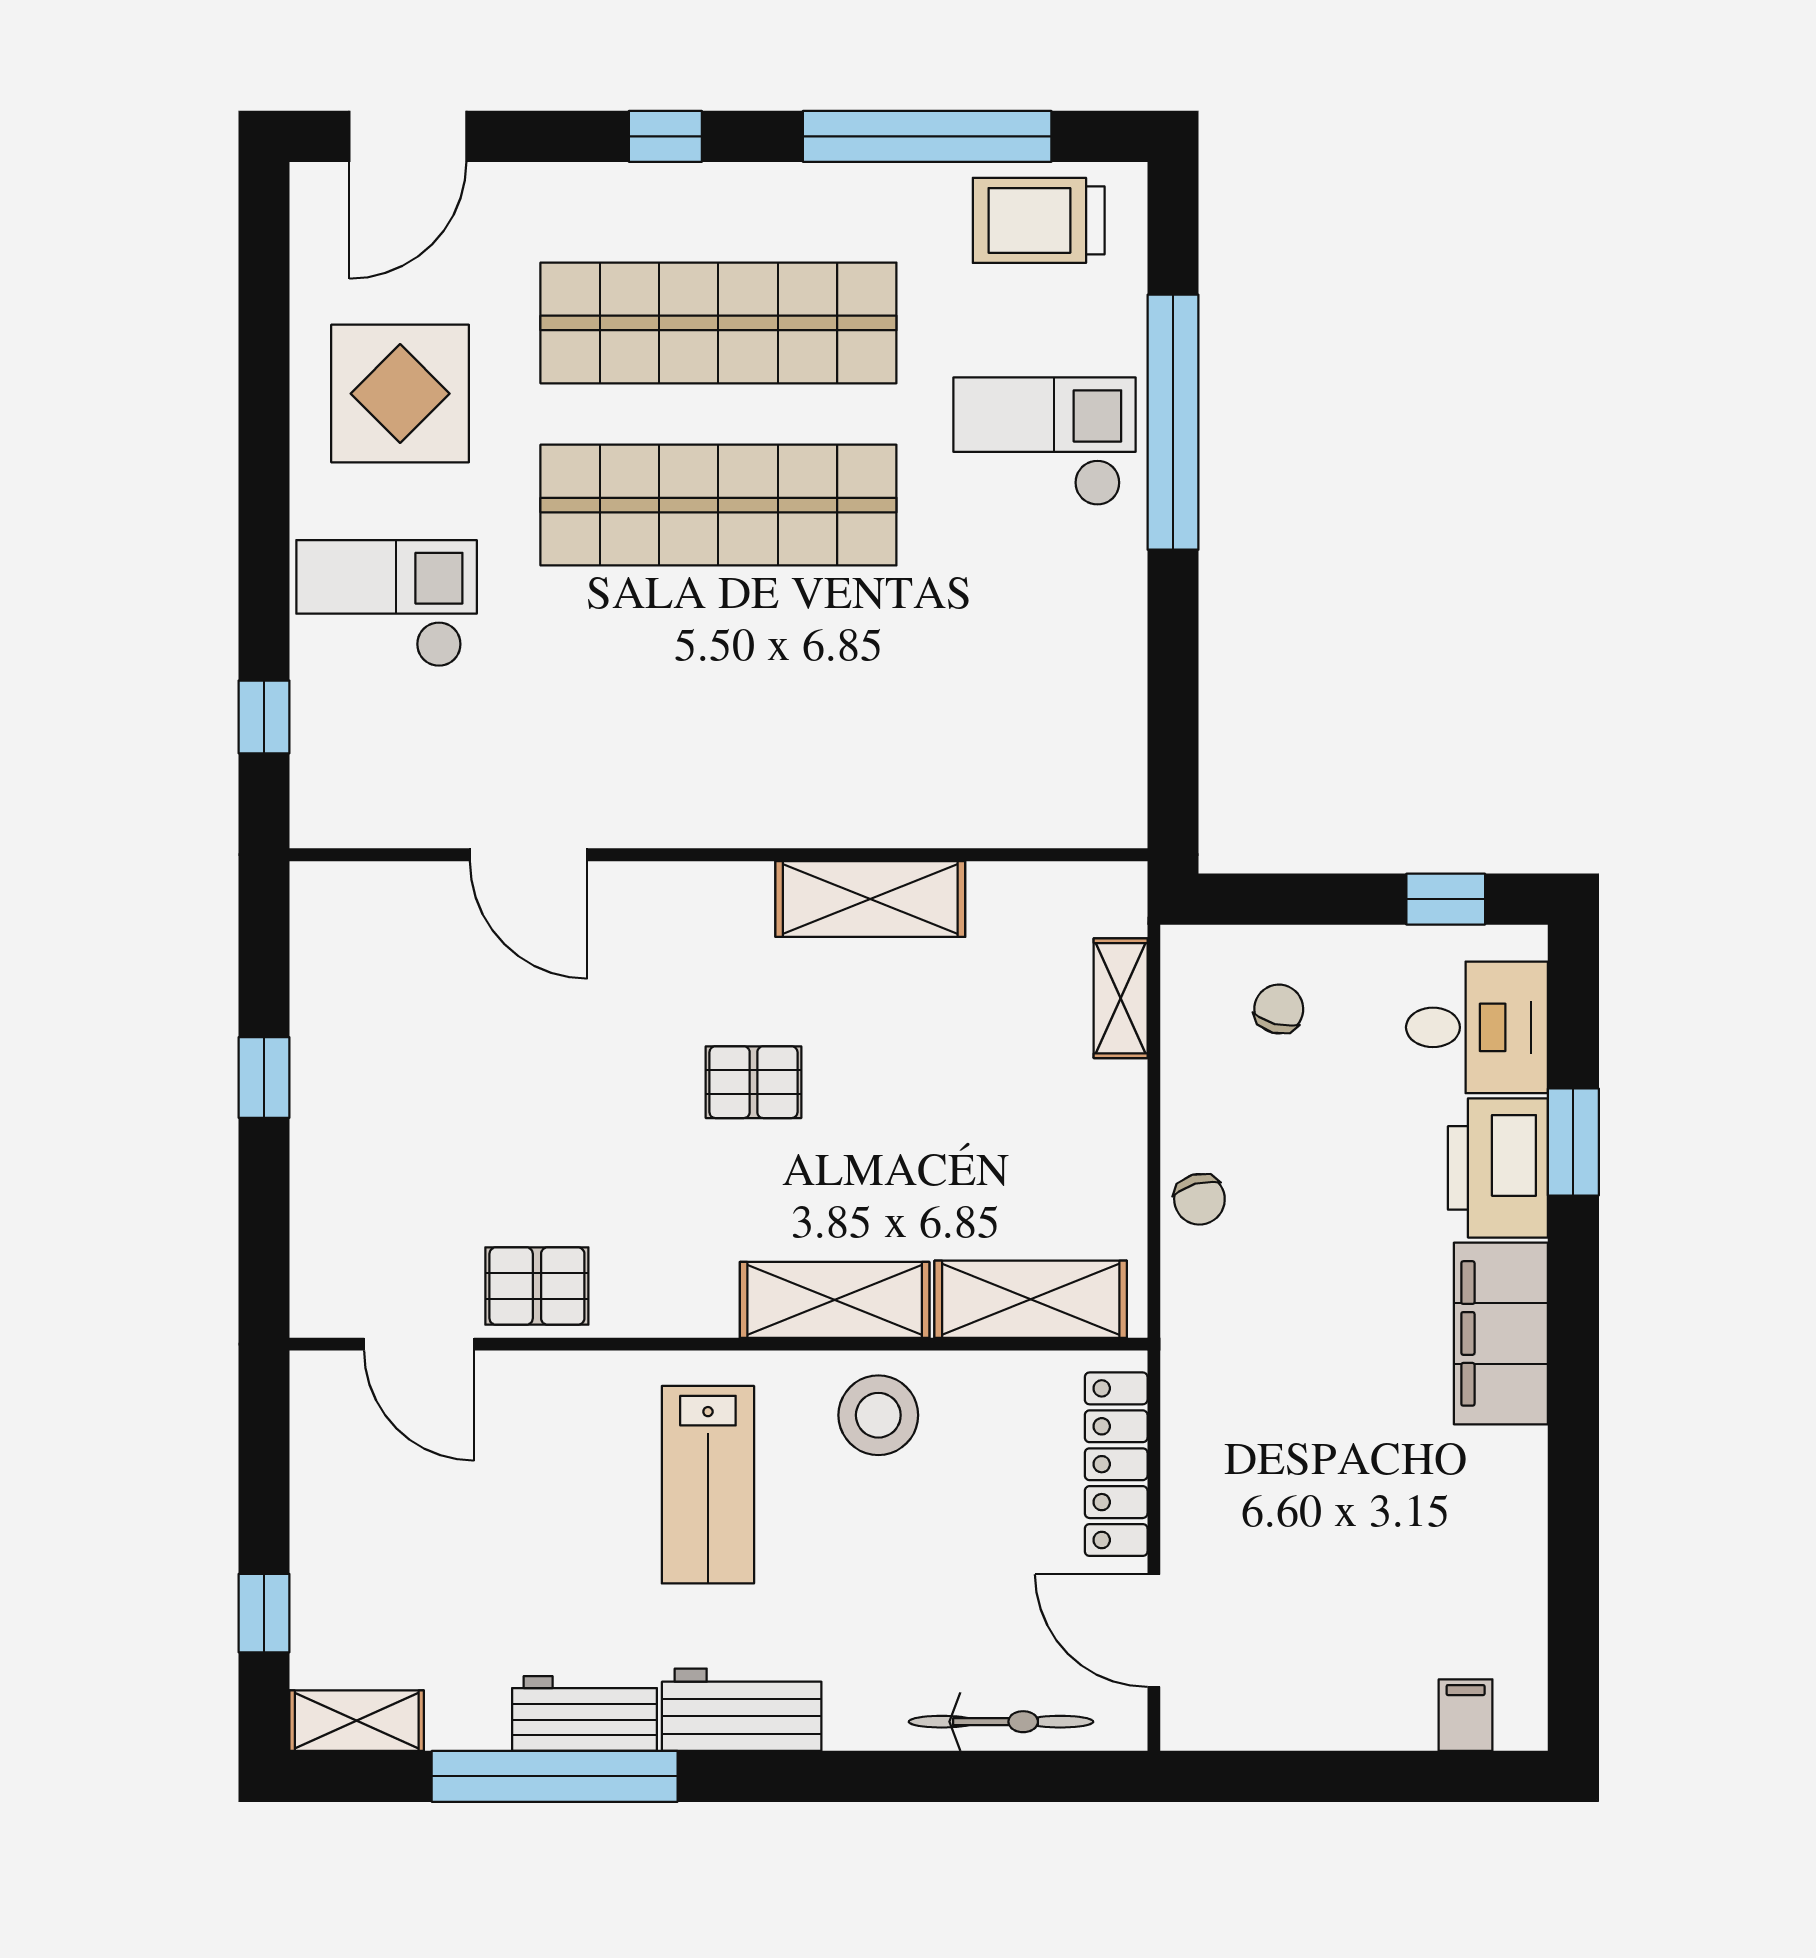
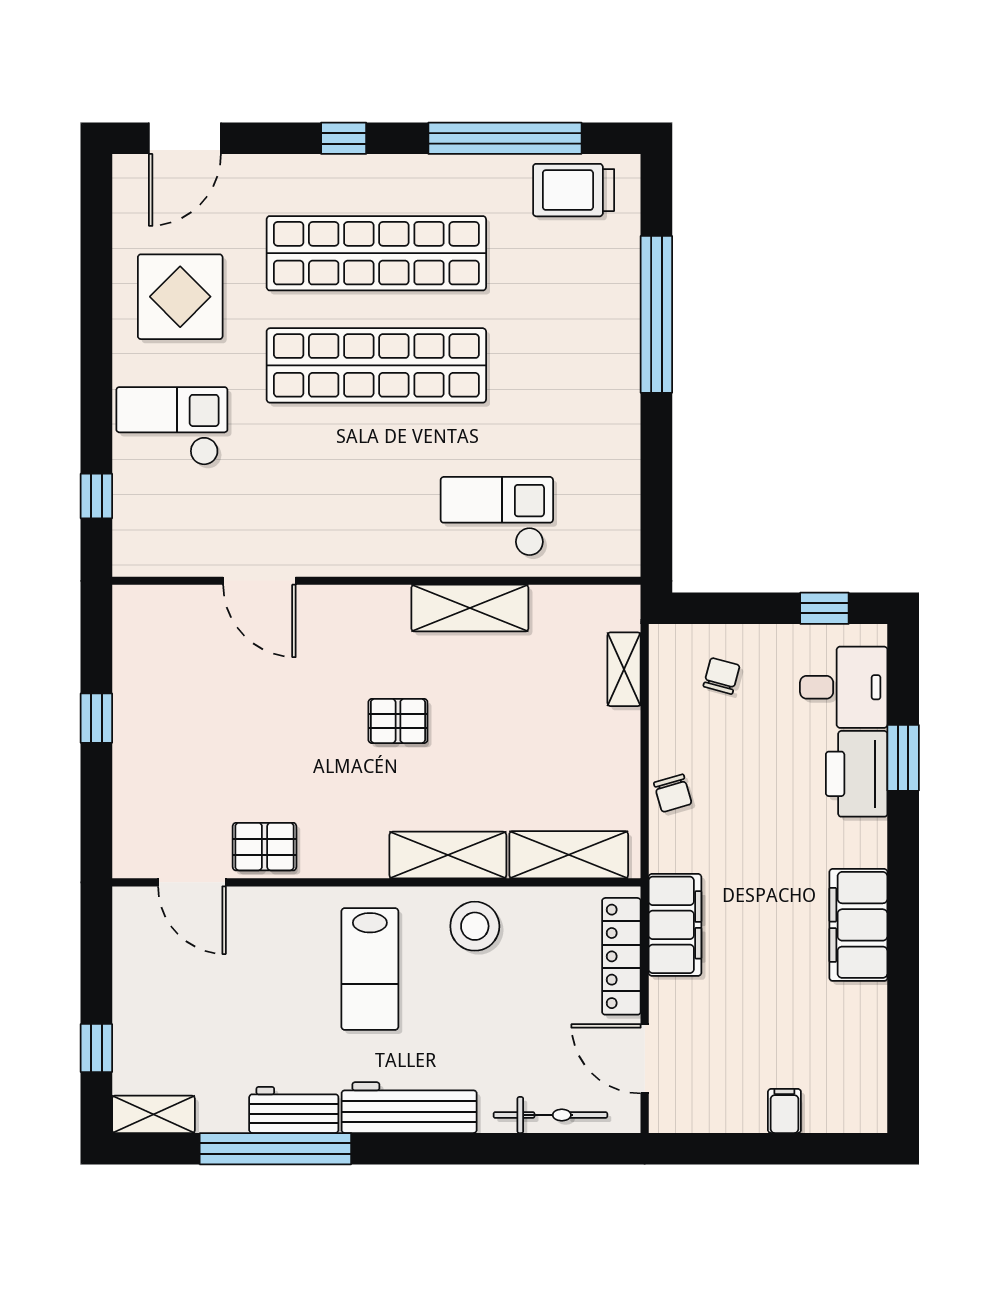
checkout: (1044, 442) -> (497, 516), moved
filing cabinet: (1501, 1333) -> (858, 925), moved
filing cabinet: (1203, 1413) -> (675, 925), added
workbench: (742, 1710) -> (409, 1108), width x1.38
filing cabinet: (1466, 1715) -> (784, 1111), moved

